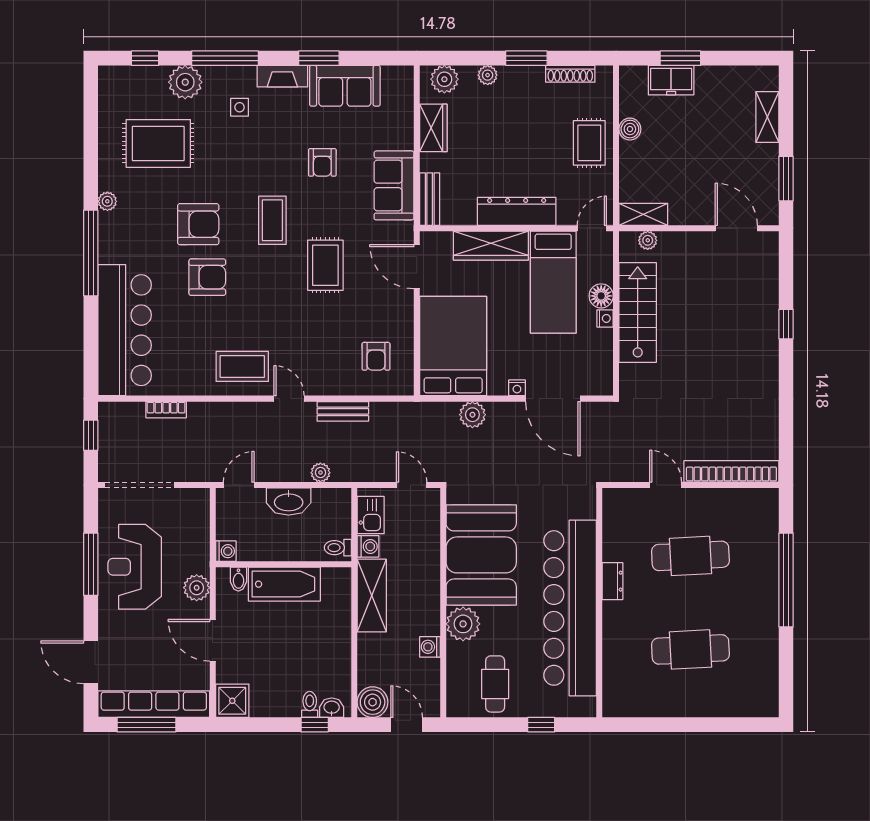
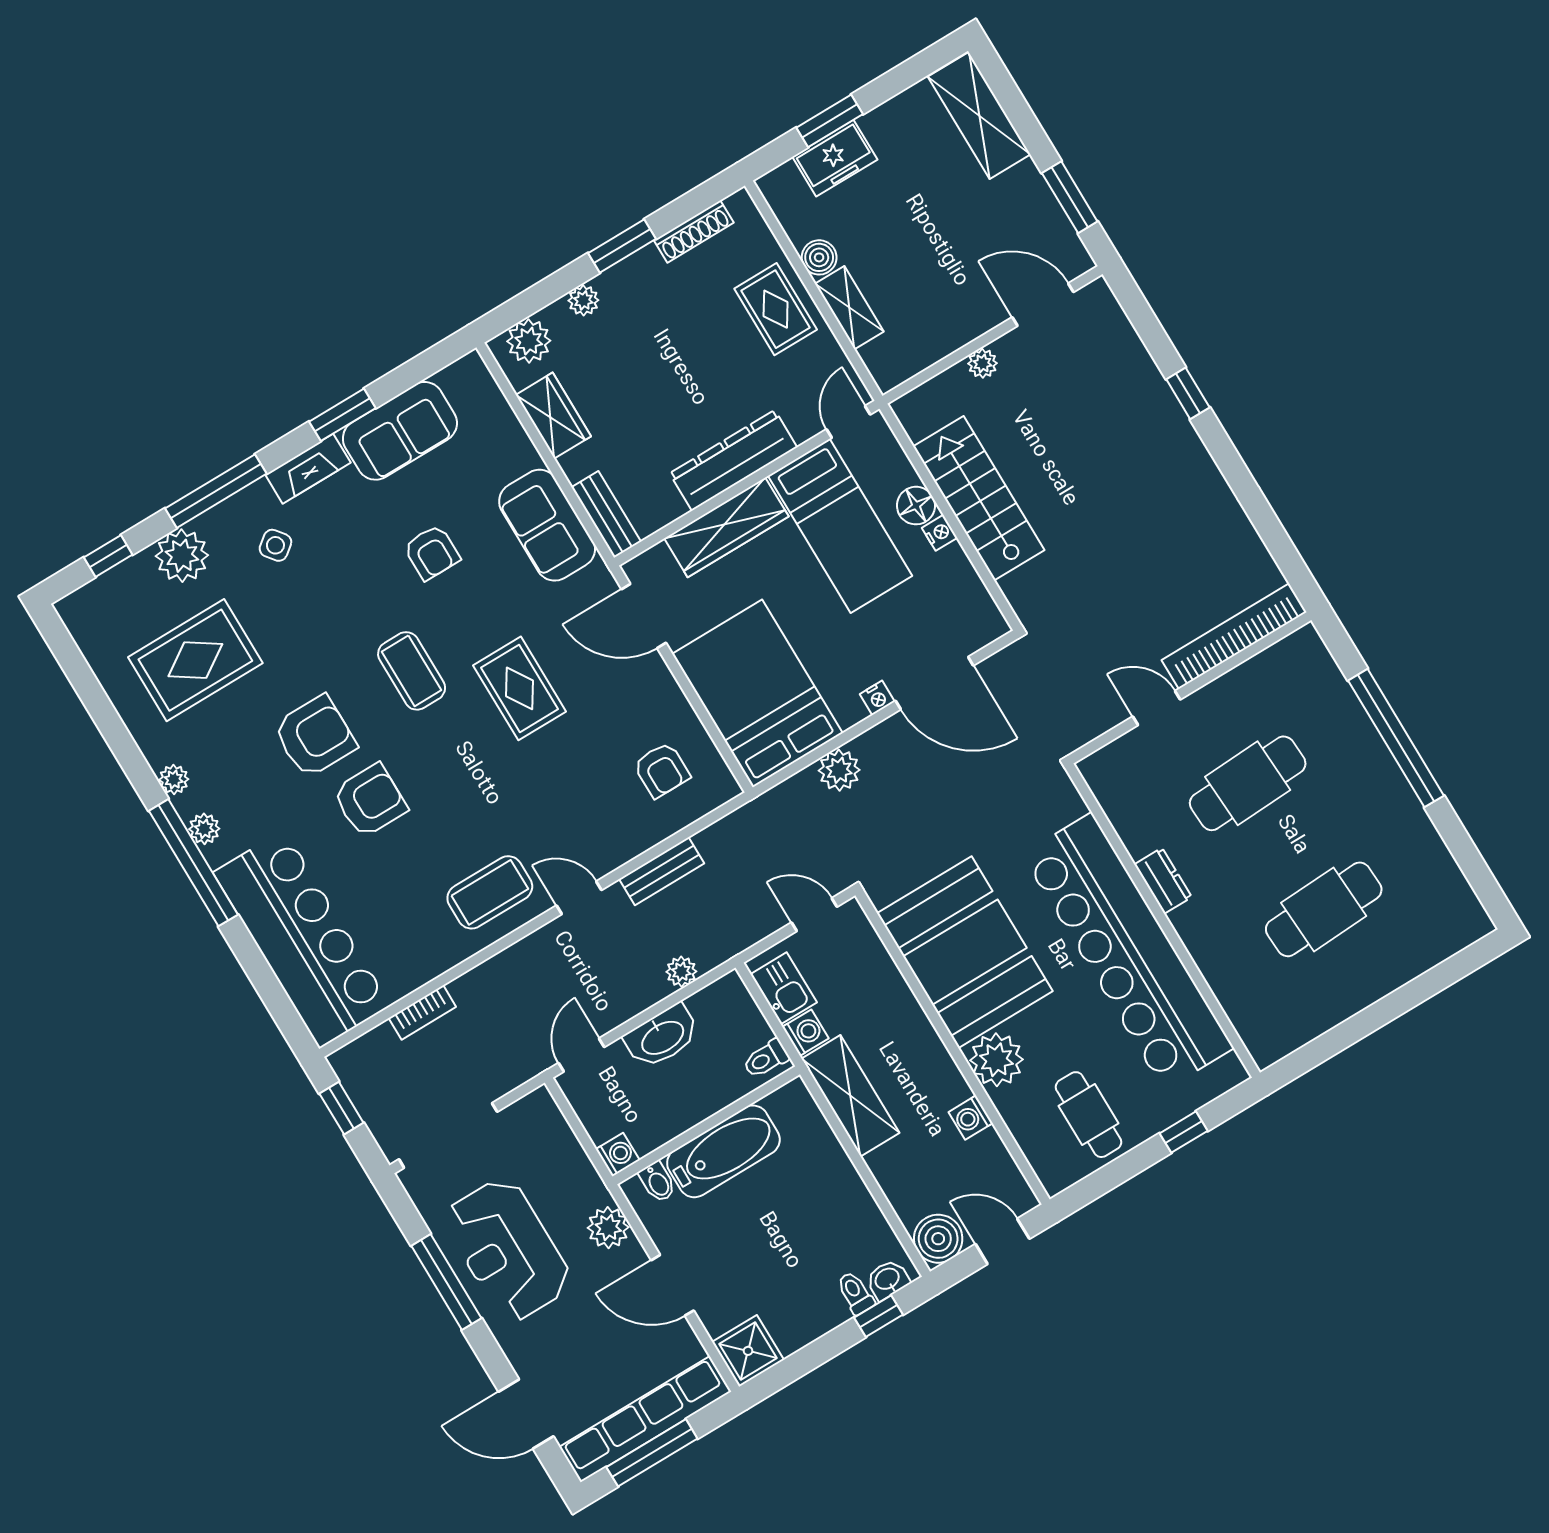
side table: (240, 107) -> (275, 545), turned -38
shelving: (767, 117) -> (979, 116), width x1.50, depth x1.33
shelving: (643, 214) -> (849, 308), moved, turned 90
plant: (108, 238) -> (204, 829), added
plant: (648, 240) -> (982, 363), moved

